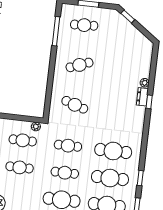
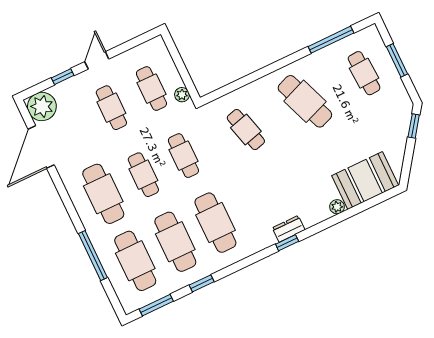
booth: (140, 60) -> (365, 180), added
cafe table: (79, 65) -> (305, 101), width x1.37, depth x1.35
dresser: (142, 97) -> (289, 229), moved
window: (149, 102) -> (287, 243), moved
cafe table: (75, 105) -> (246, 130), turned -33

